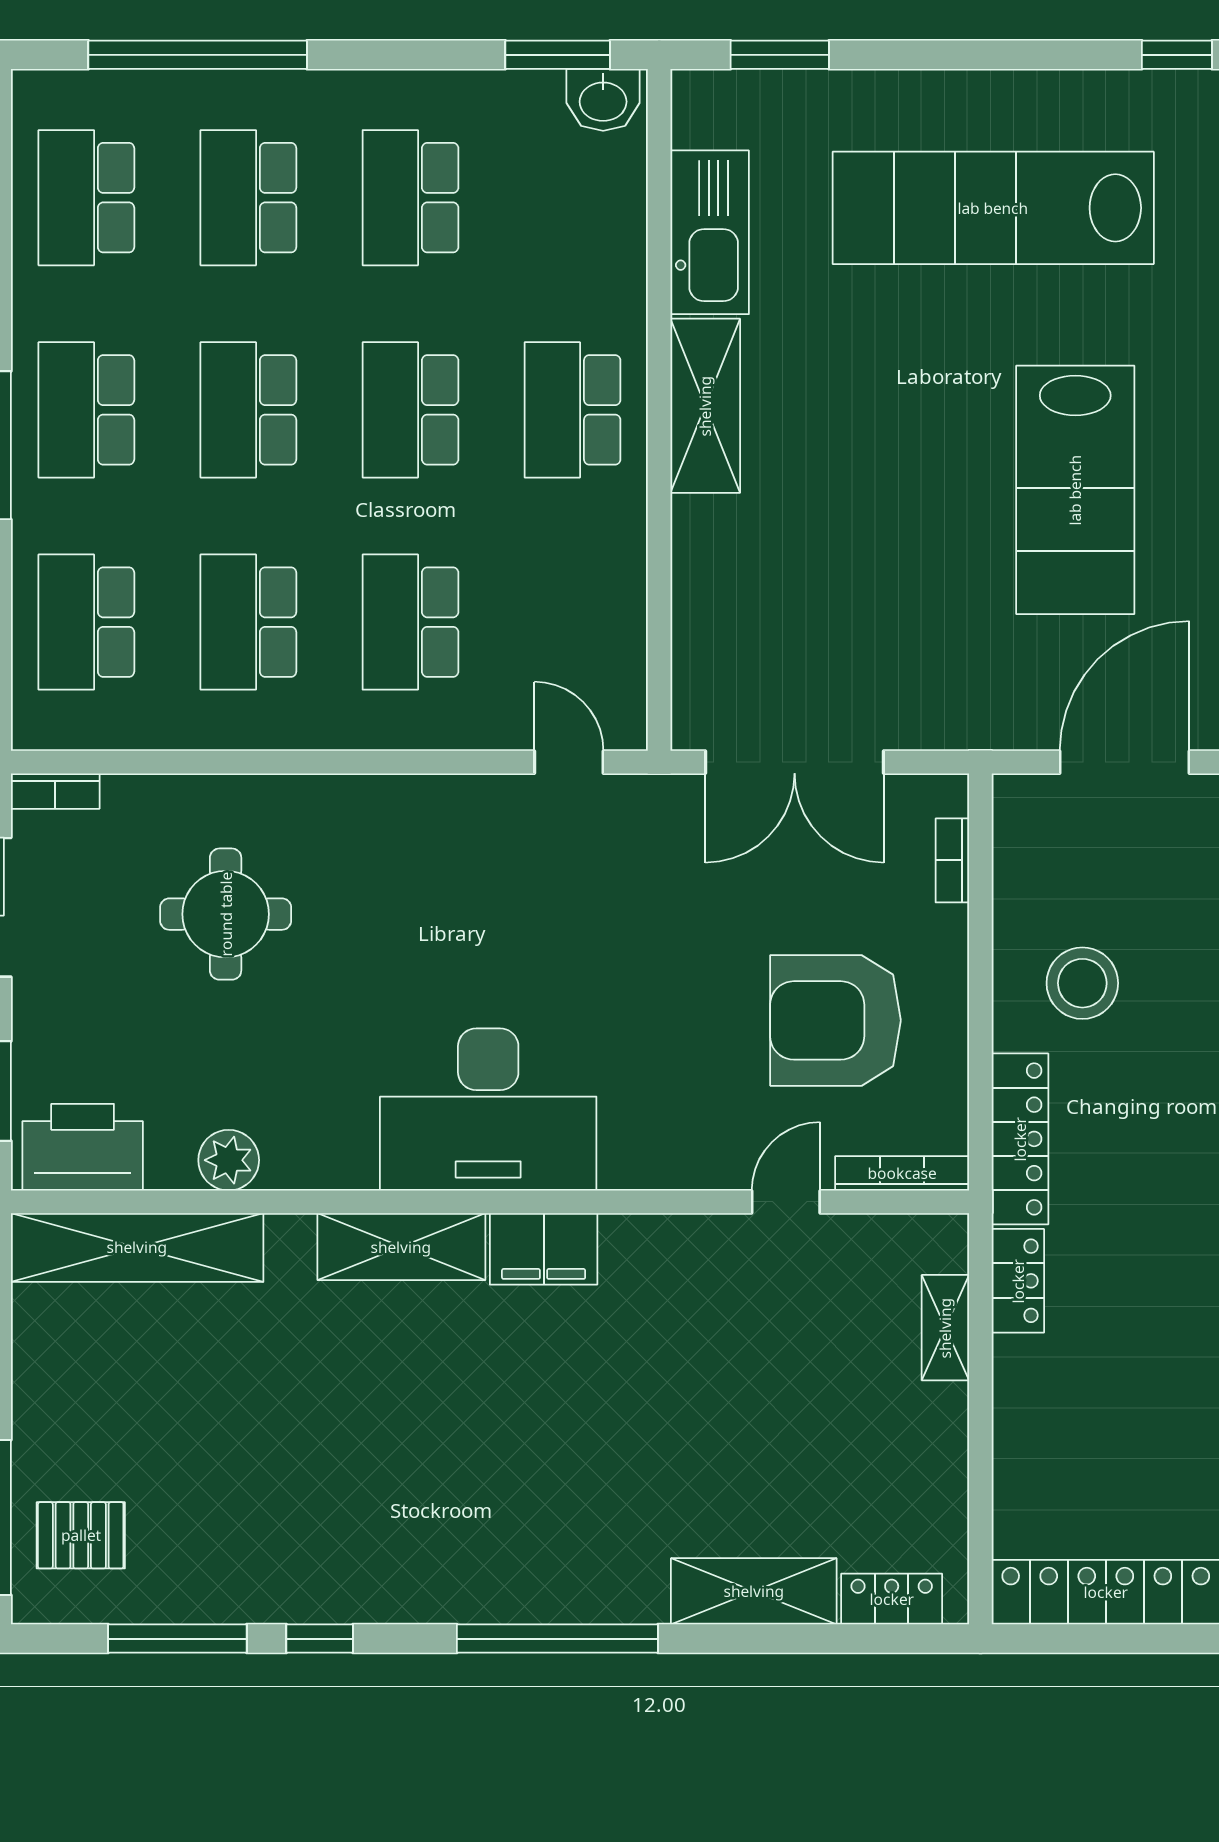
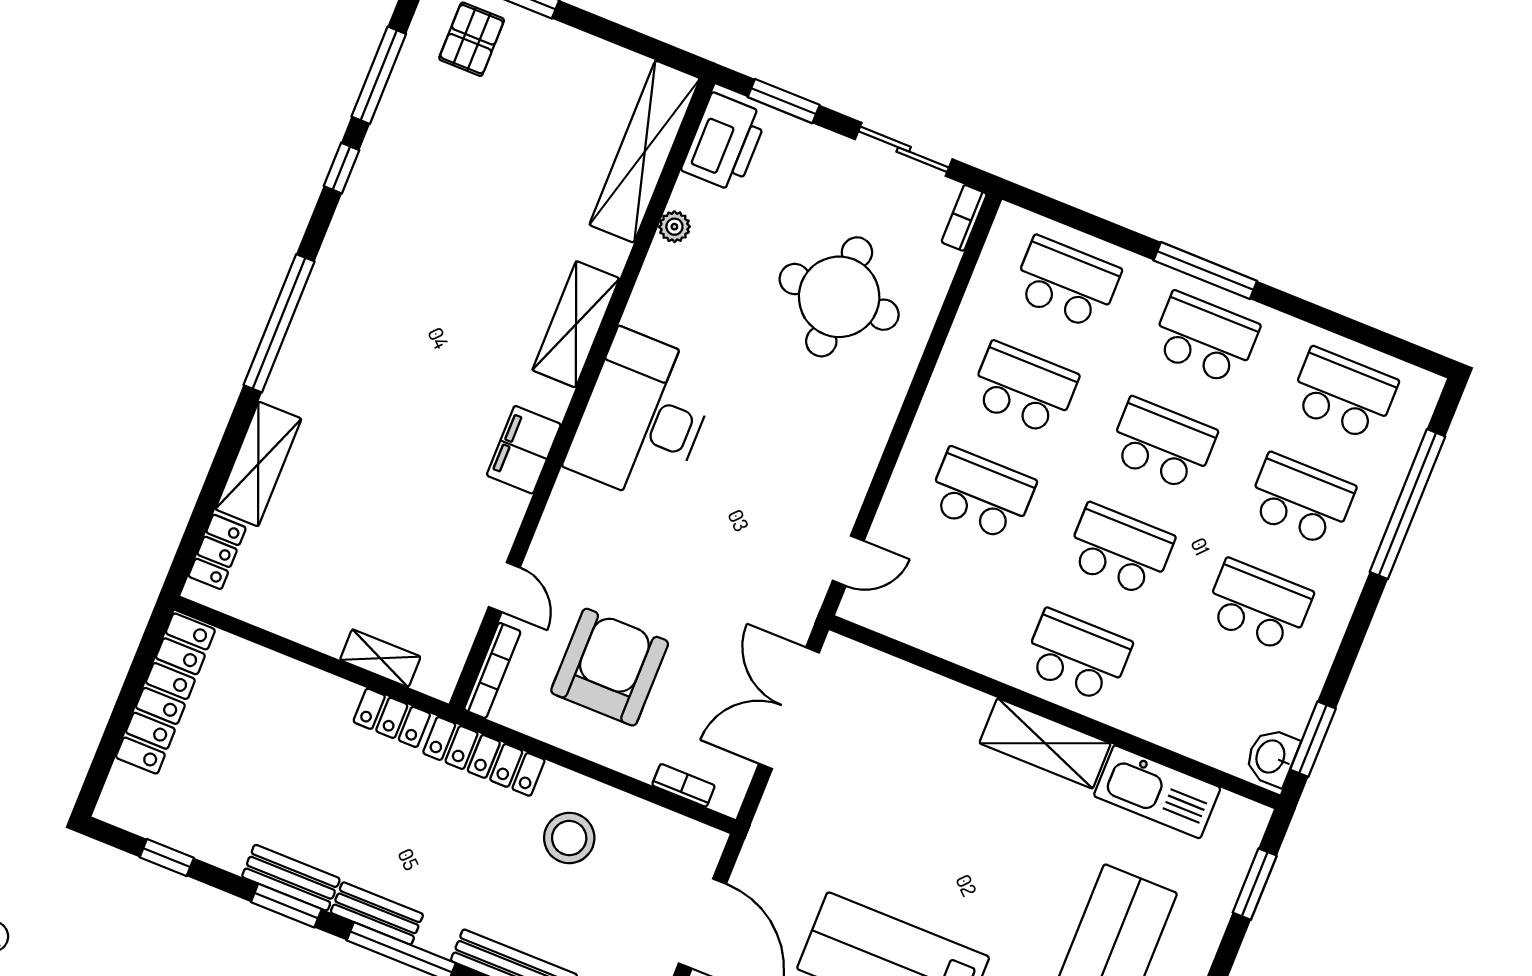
round table: (226, 914) -> (839, 297), width x1.36, depth x1.36
plant: (229, 1160) -> (674, 227), width x0.73, depth x0.73
filing cabinet: (544, 1249) -> (524, 450), moved

